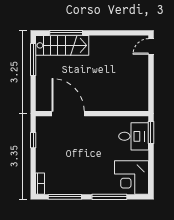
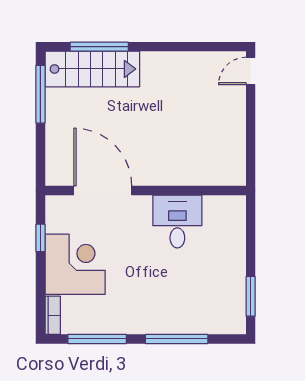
window: (151, 132) -> (251, 296), moved
desk: (134, 136) -> (177, 222), moved, turned -90
corner desk: (132, 177) -> (75, 264), moved, turned 180

